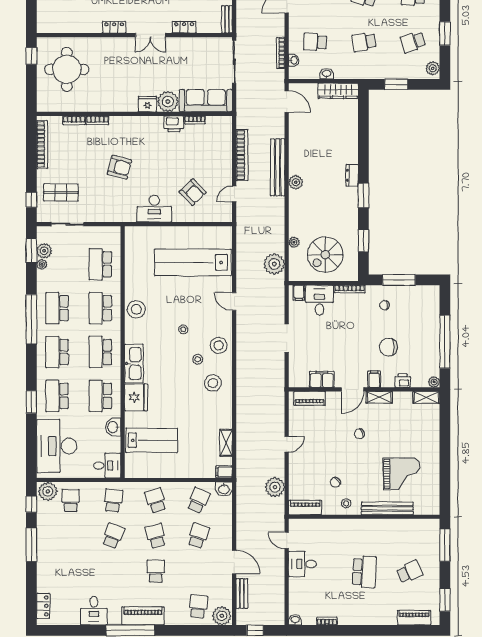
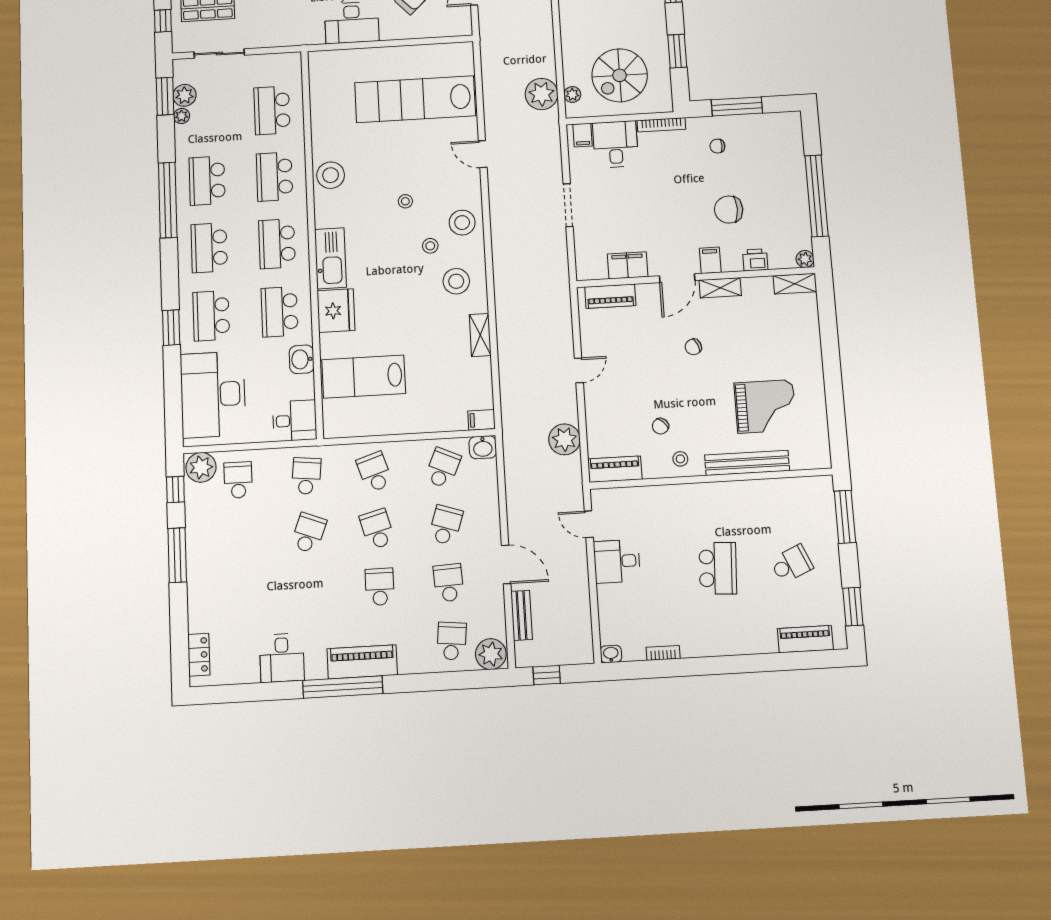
plant: (294, 242) -> (572, 94), moved
lab bench: (152, 440) -> (364, 377), turned 180
shelving: (226, 443) -> (480, 335), moved
school desk: (198, 571) -> (449, 583), added

